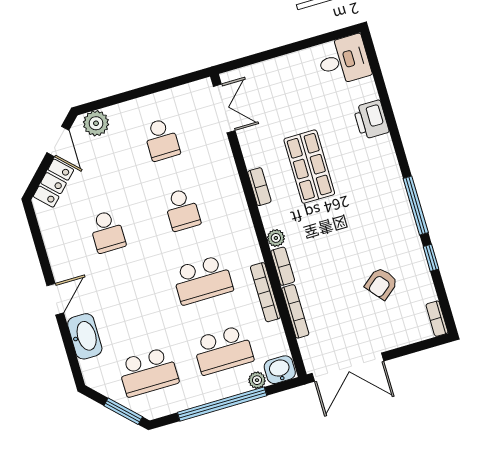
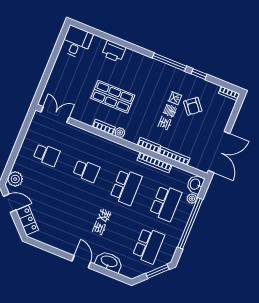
school desk: (107, 232) -> (69, 213), removed
plant: (276, 238) -> (120, 133), moved

